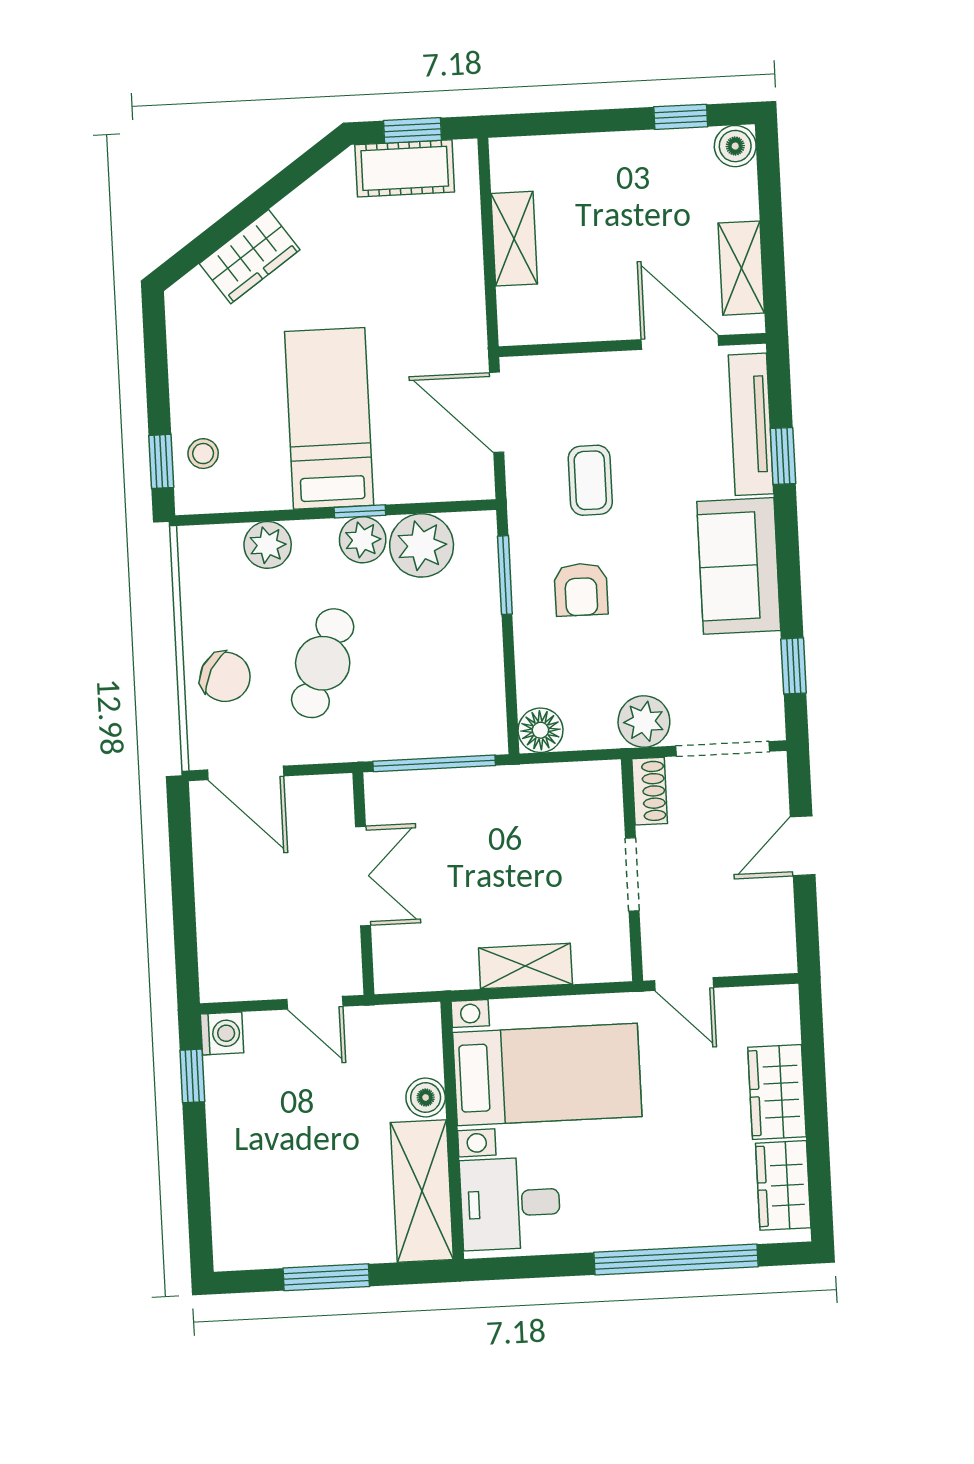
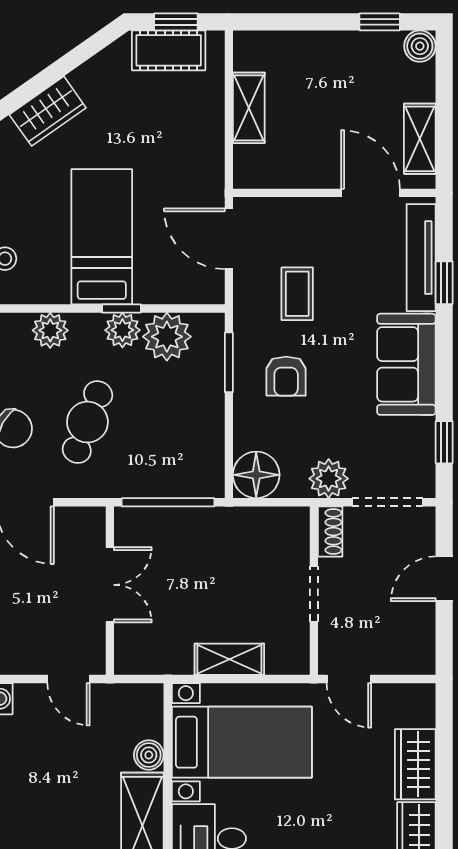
floor lamp: (540, 730) -> (256, 475), width x1.38, depth x1.38

